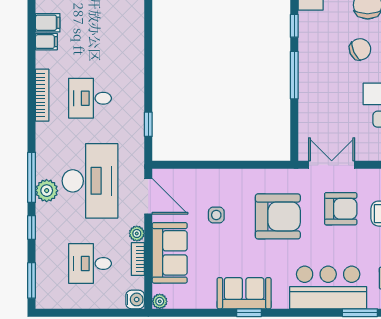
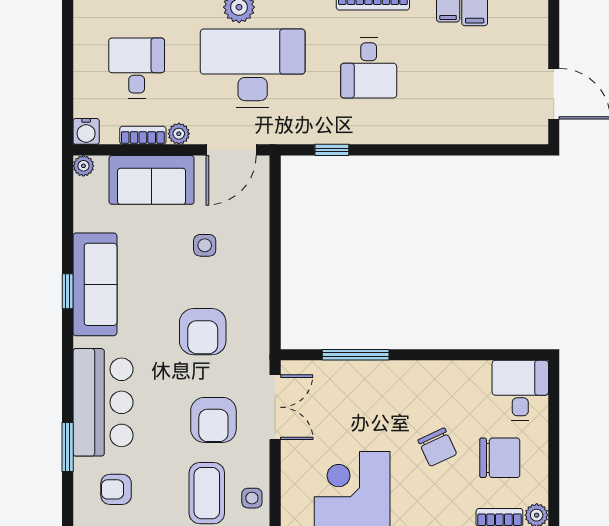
window: (294, 26) -> (470, 355), removed
window: (294, 75) -> (356, 355), moved
desk: (90, 98) -> (369, 68), turned 180
desk: (90, 181) -> (253, 68), turned 180
armchair: (278, 216) -> (203, 332), width x0.73, depth x0.73
sofa: (244, 293) -> (95, 284), width x1.36

